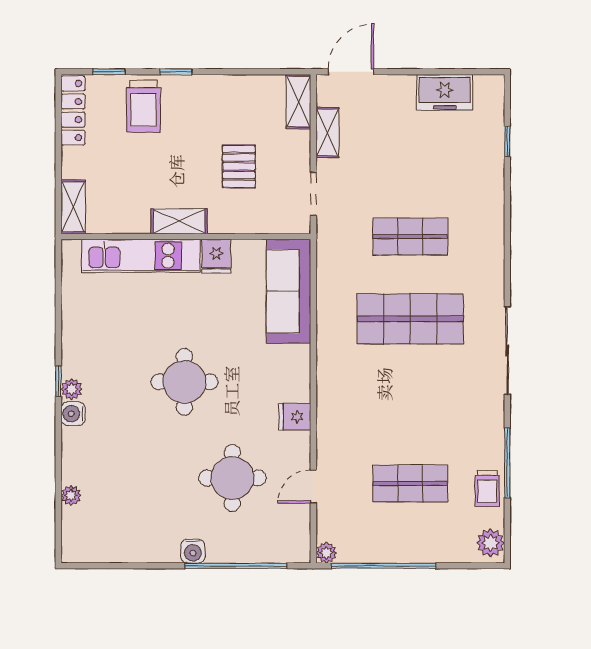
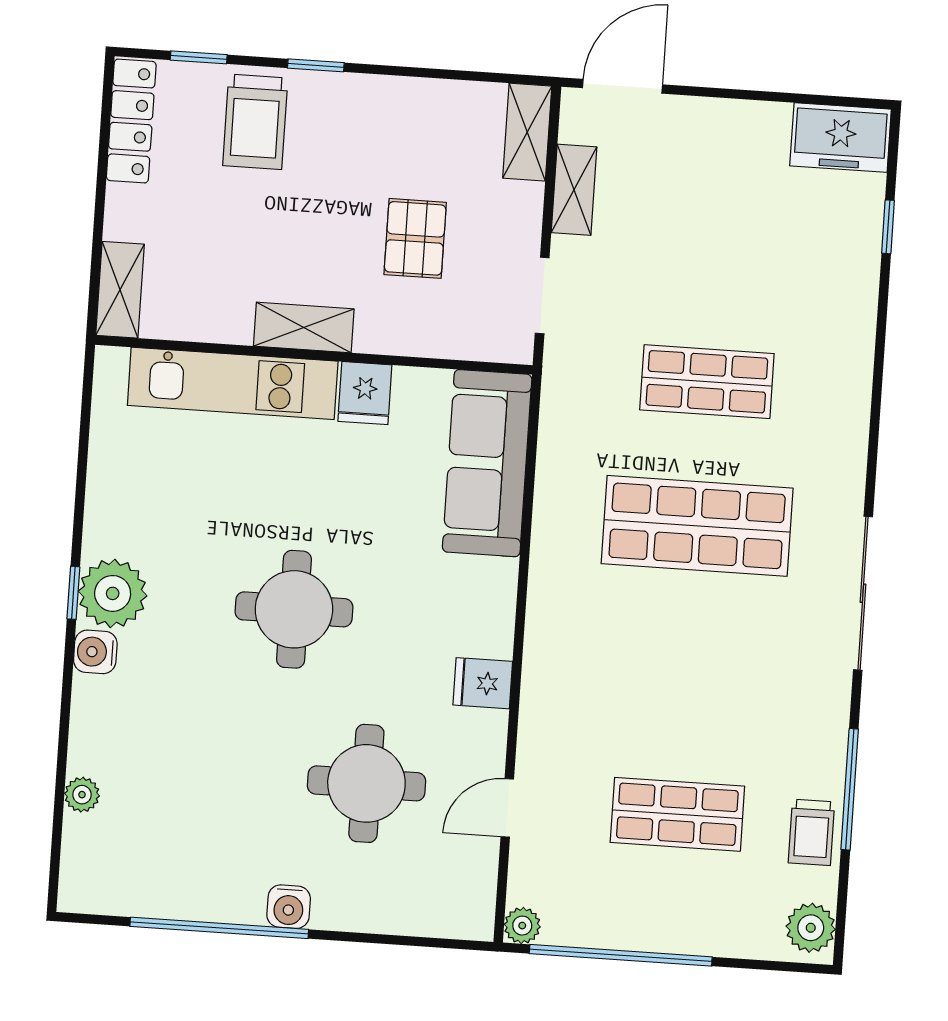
freezer: (445, 93) -> (841, 138), moved
plant: (72, 389) -> (113, 593), width x1.88, depth x1.88
window: (236, 566) -> (219, 928), moved

